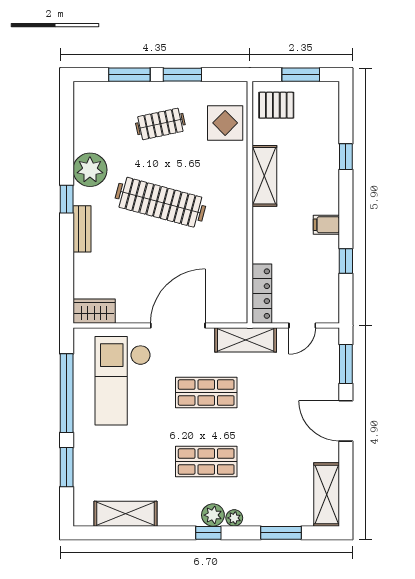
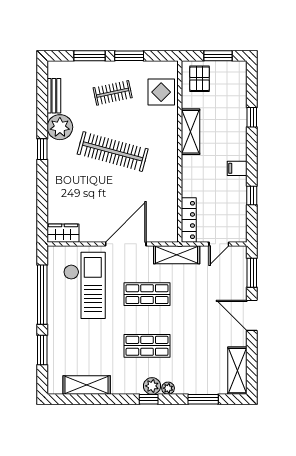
pallet: (276, 105) -> (200, 79), turned 90
bench: (82, 229) -> (54, 96), moved
checkout: (123, 381) -> (84, 285), turned 180

